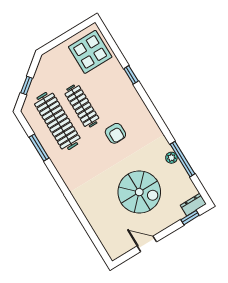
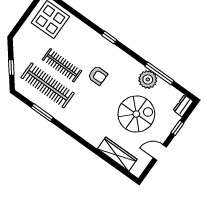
window: (131, 75) -> (109, 37), moved
plant: (171, 158) -> (148, 79), width x1.87, depth x1.87
window: (190, 218) -> (177, 128), moved
wardrobe: (101, 226) -> (117, 154), added

